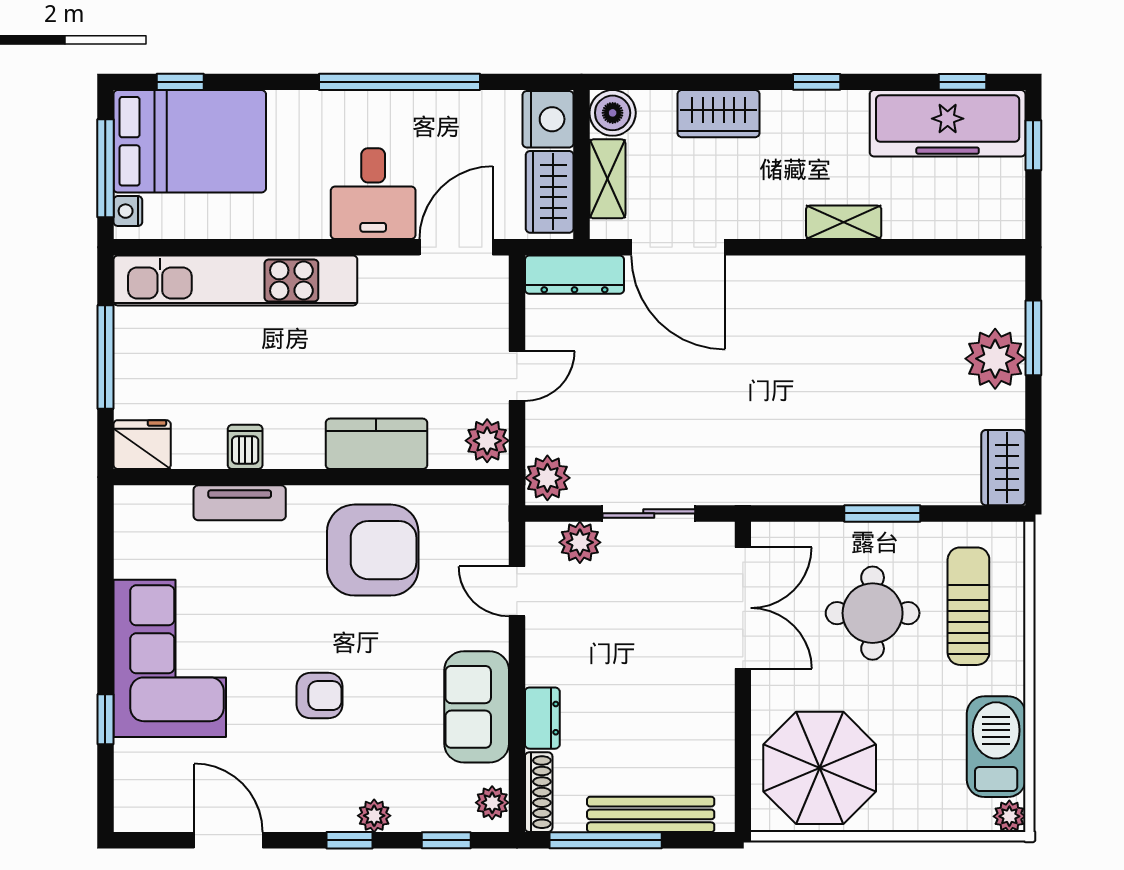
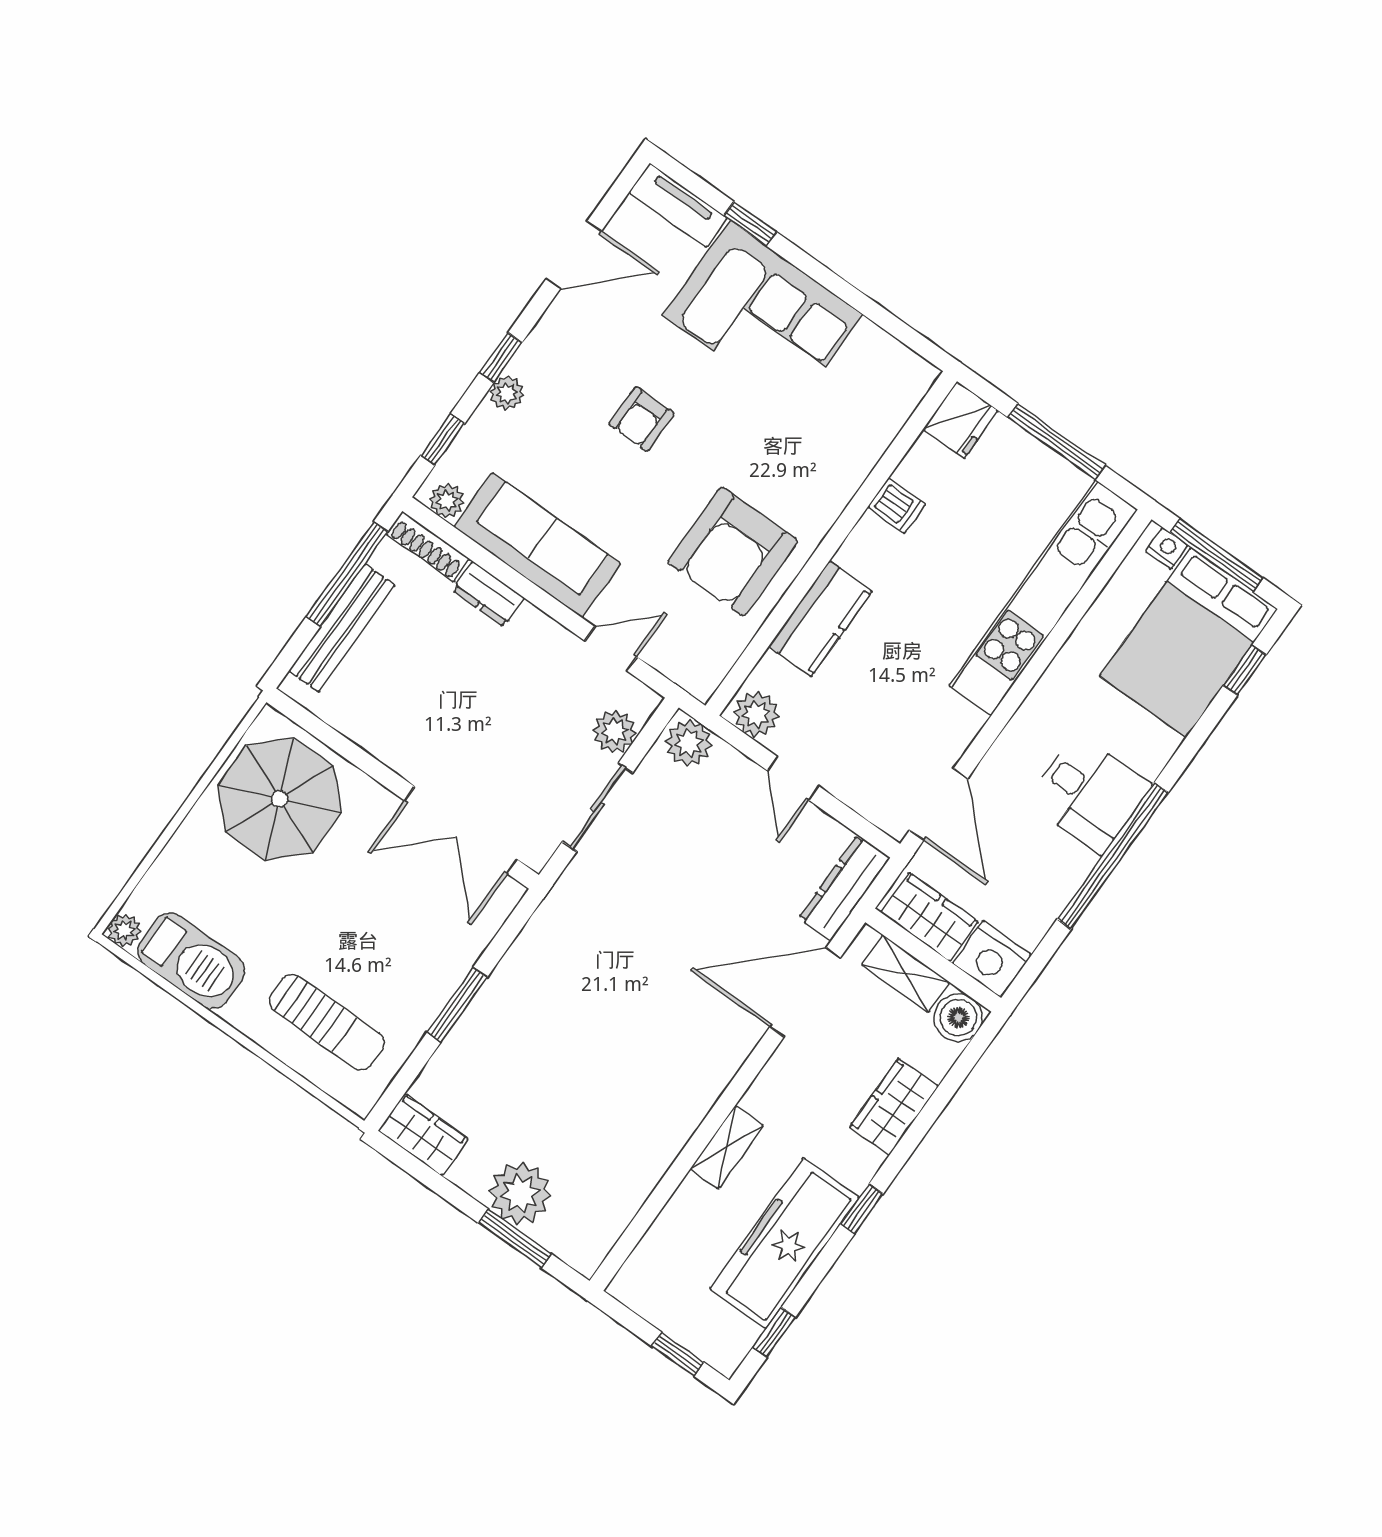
freezer: (948, 123) -> (785, 1243), moved
desk: (373, 194) -> (1089, 793), moved, turned 180
tv unit: (240, 503) -> (678, 205), moved, turned -90
round table: (873, 613) -> (379, 937), removed
sofa: (477, 707) -> (537, 545), width x1.36

